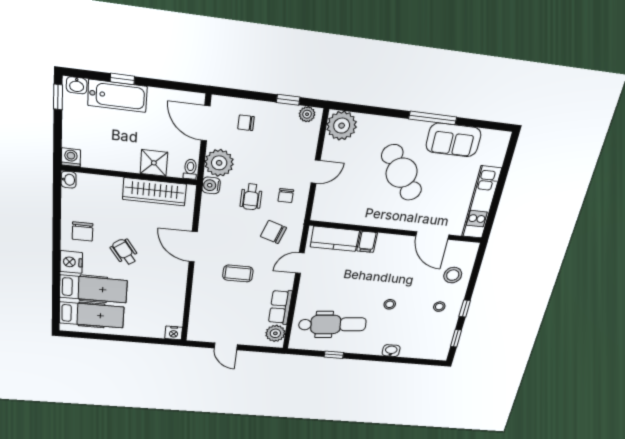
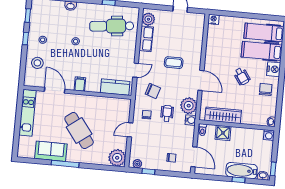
plant: (219, 163) -> (189, 106), moved
filing cabinet: (367, 242) -> (80, 84), moved

